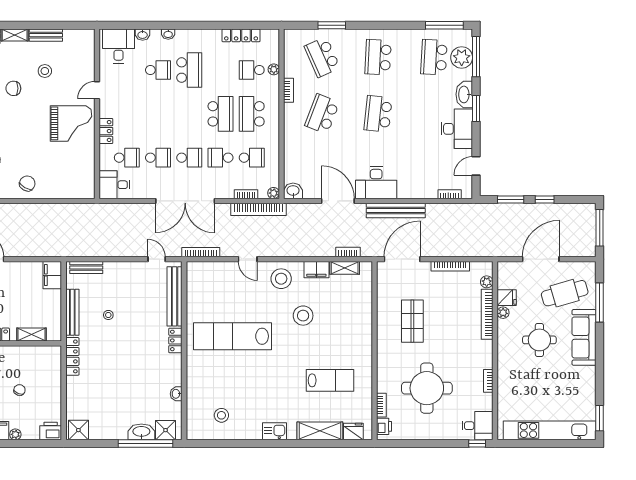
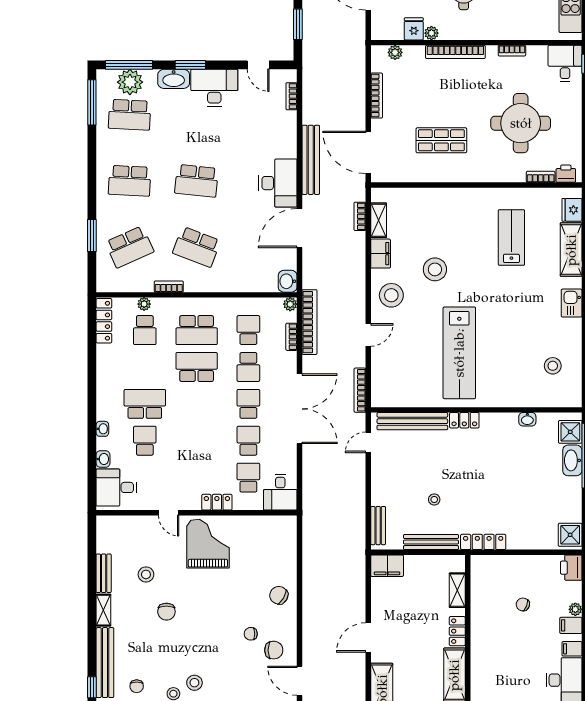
locker: (241, 35) -> (104, 321), moved
bookcase: (487, 314) -> (455, 52), moved

